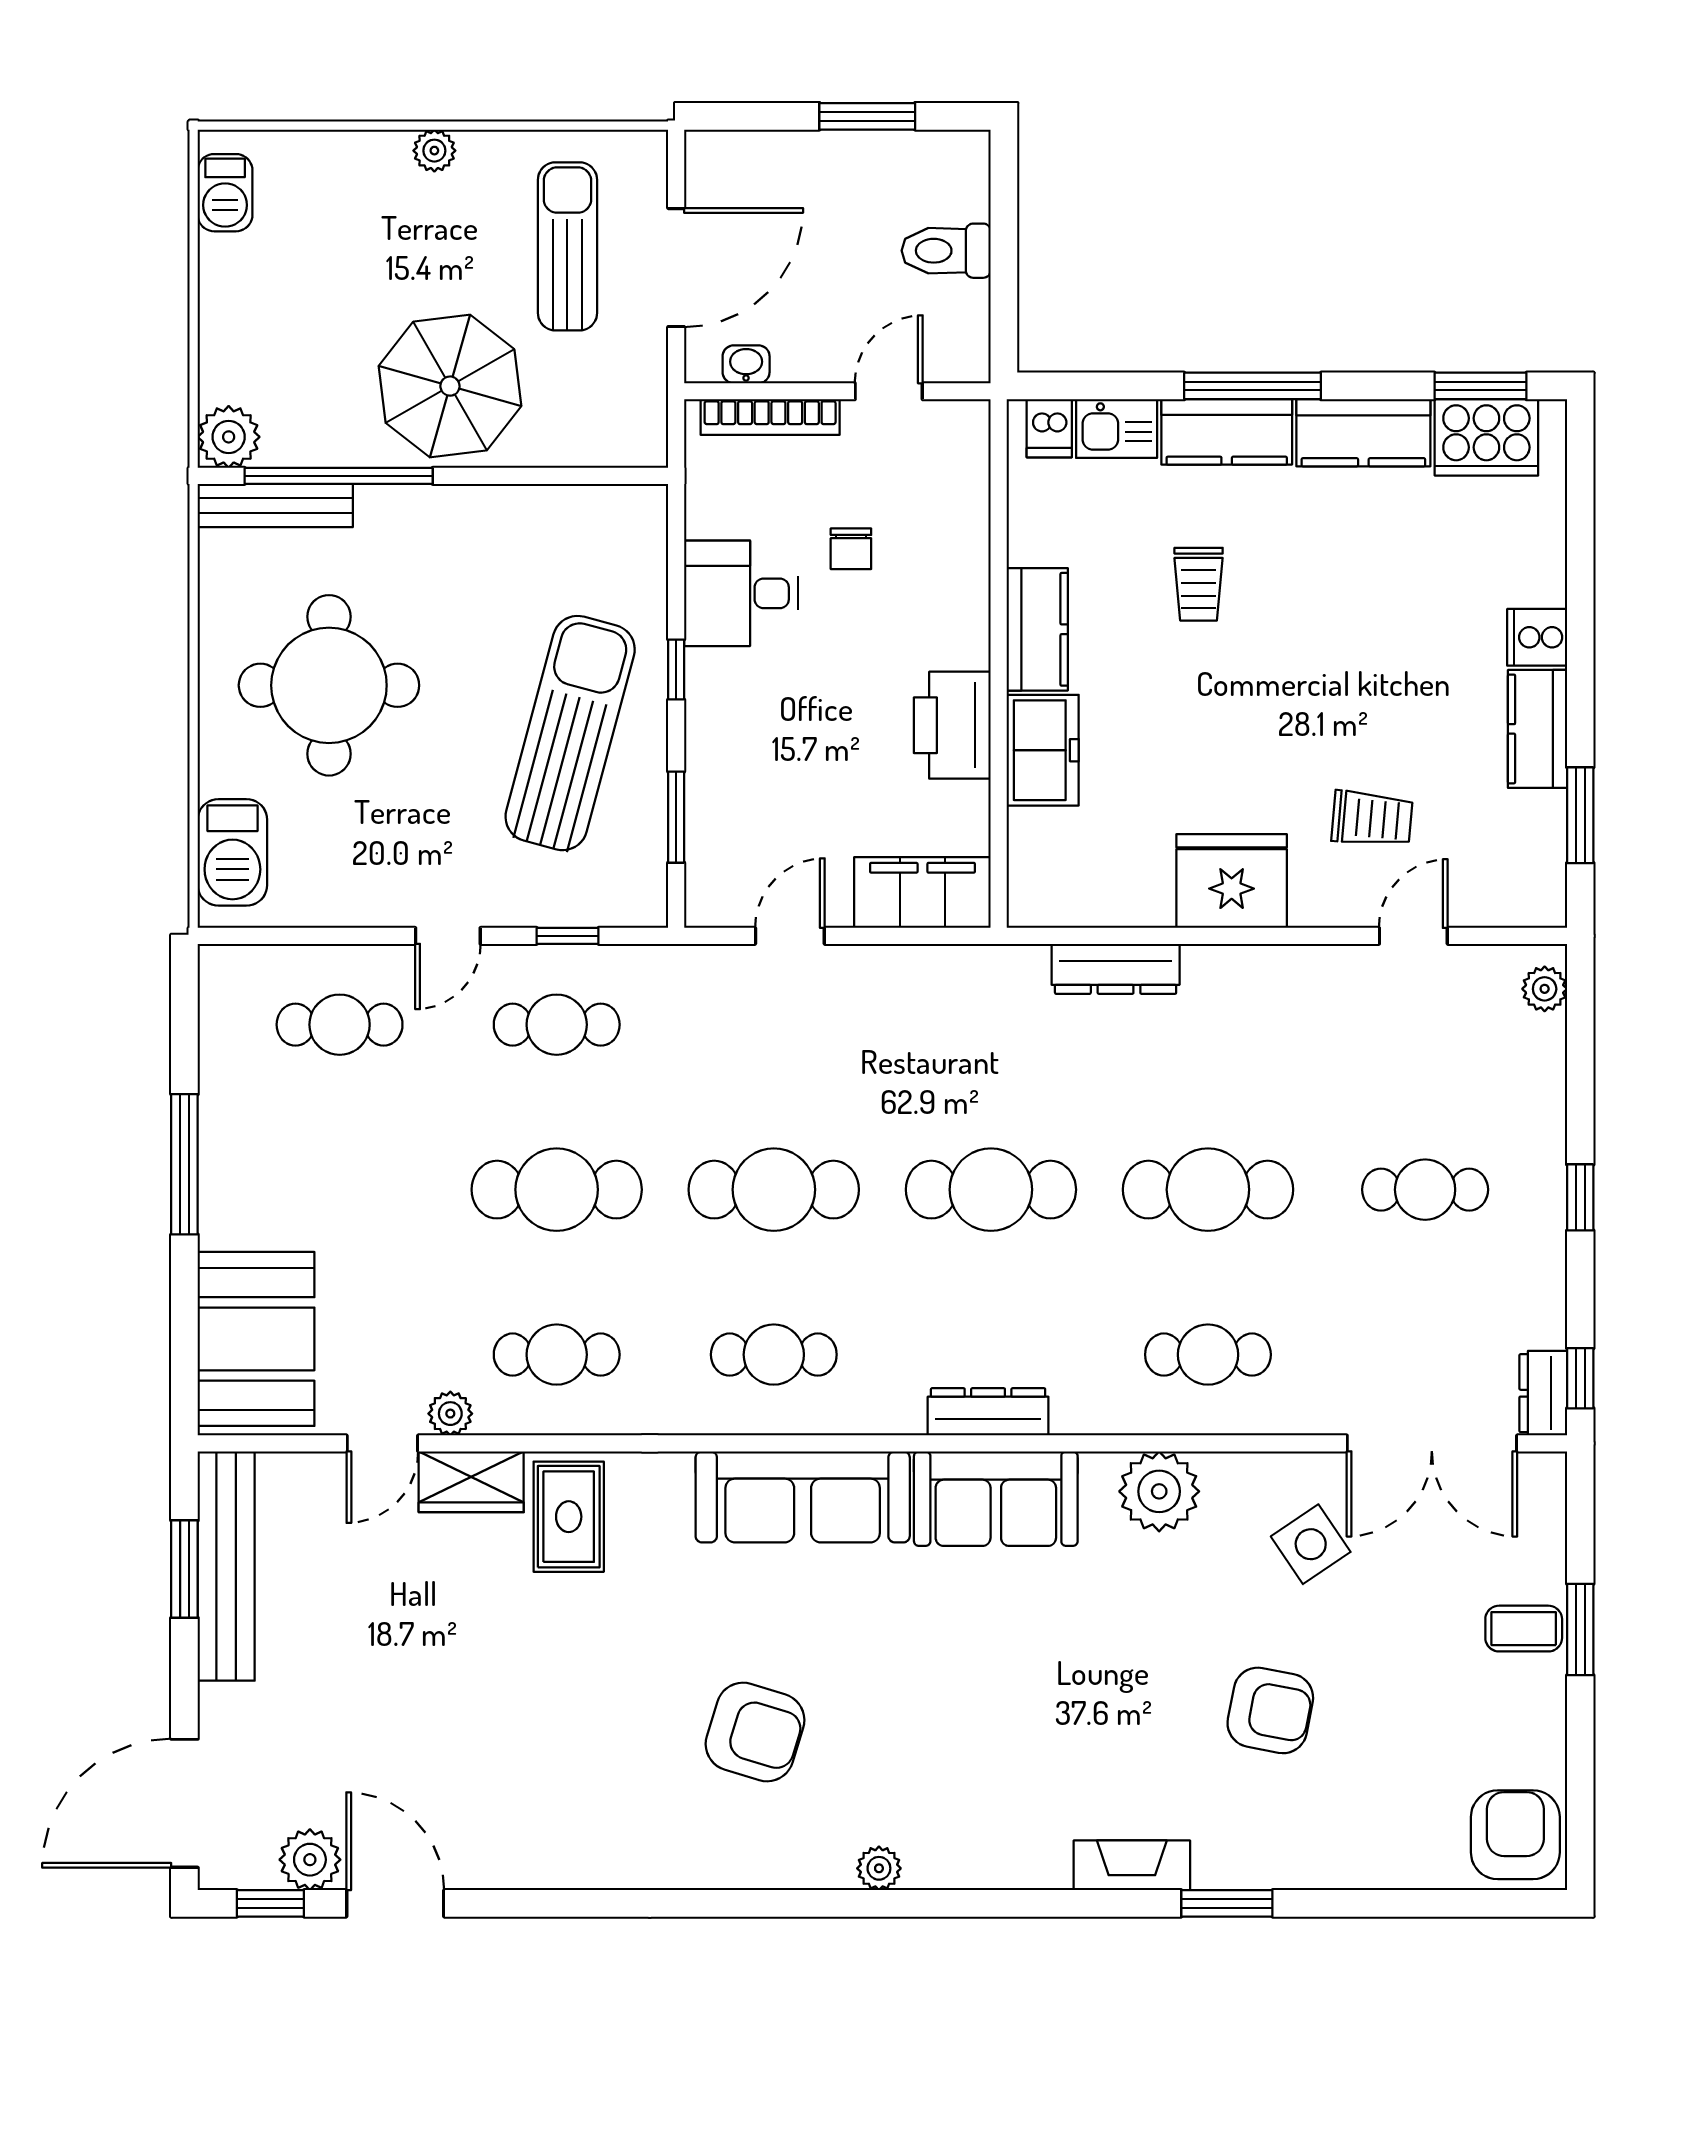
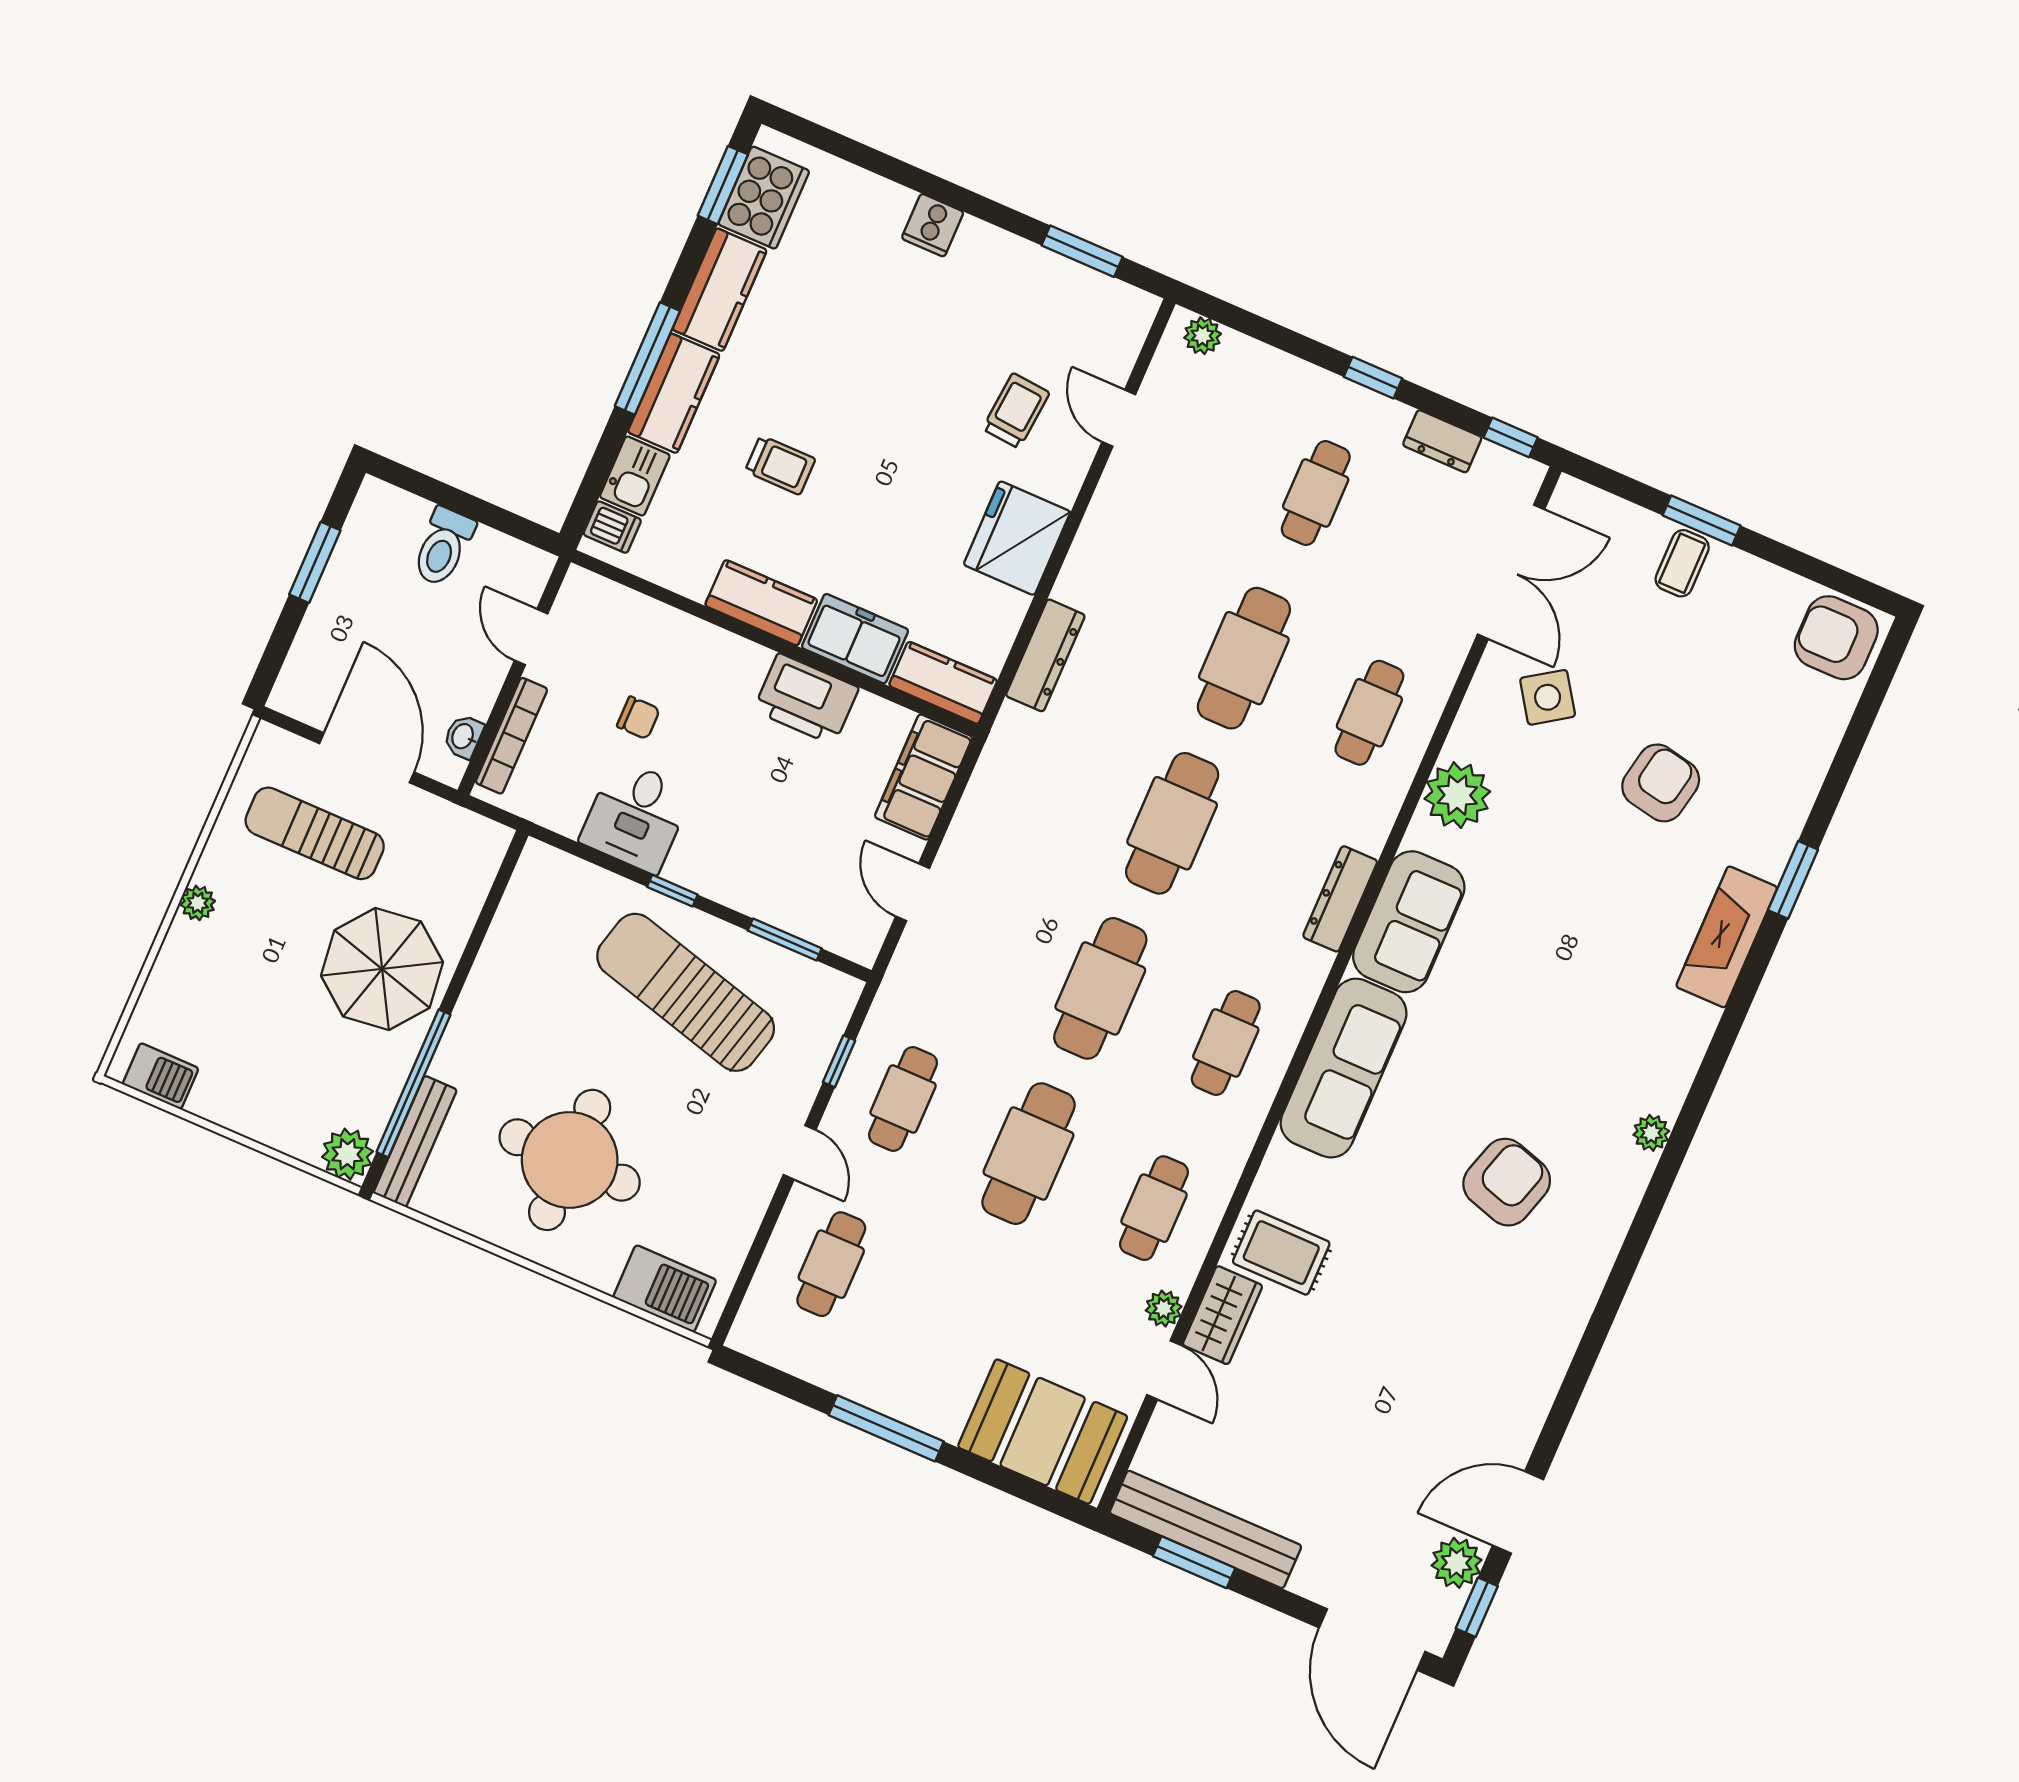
kitchen counter: (1538, 729) -> (943, 683), moved, turned 180
dresser: (1543, 1393) -> (1442, 441), moved
fireplace: (1132, 1865) -> (1727, 937), width x1.37, depth x1.32

